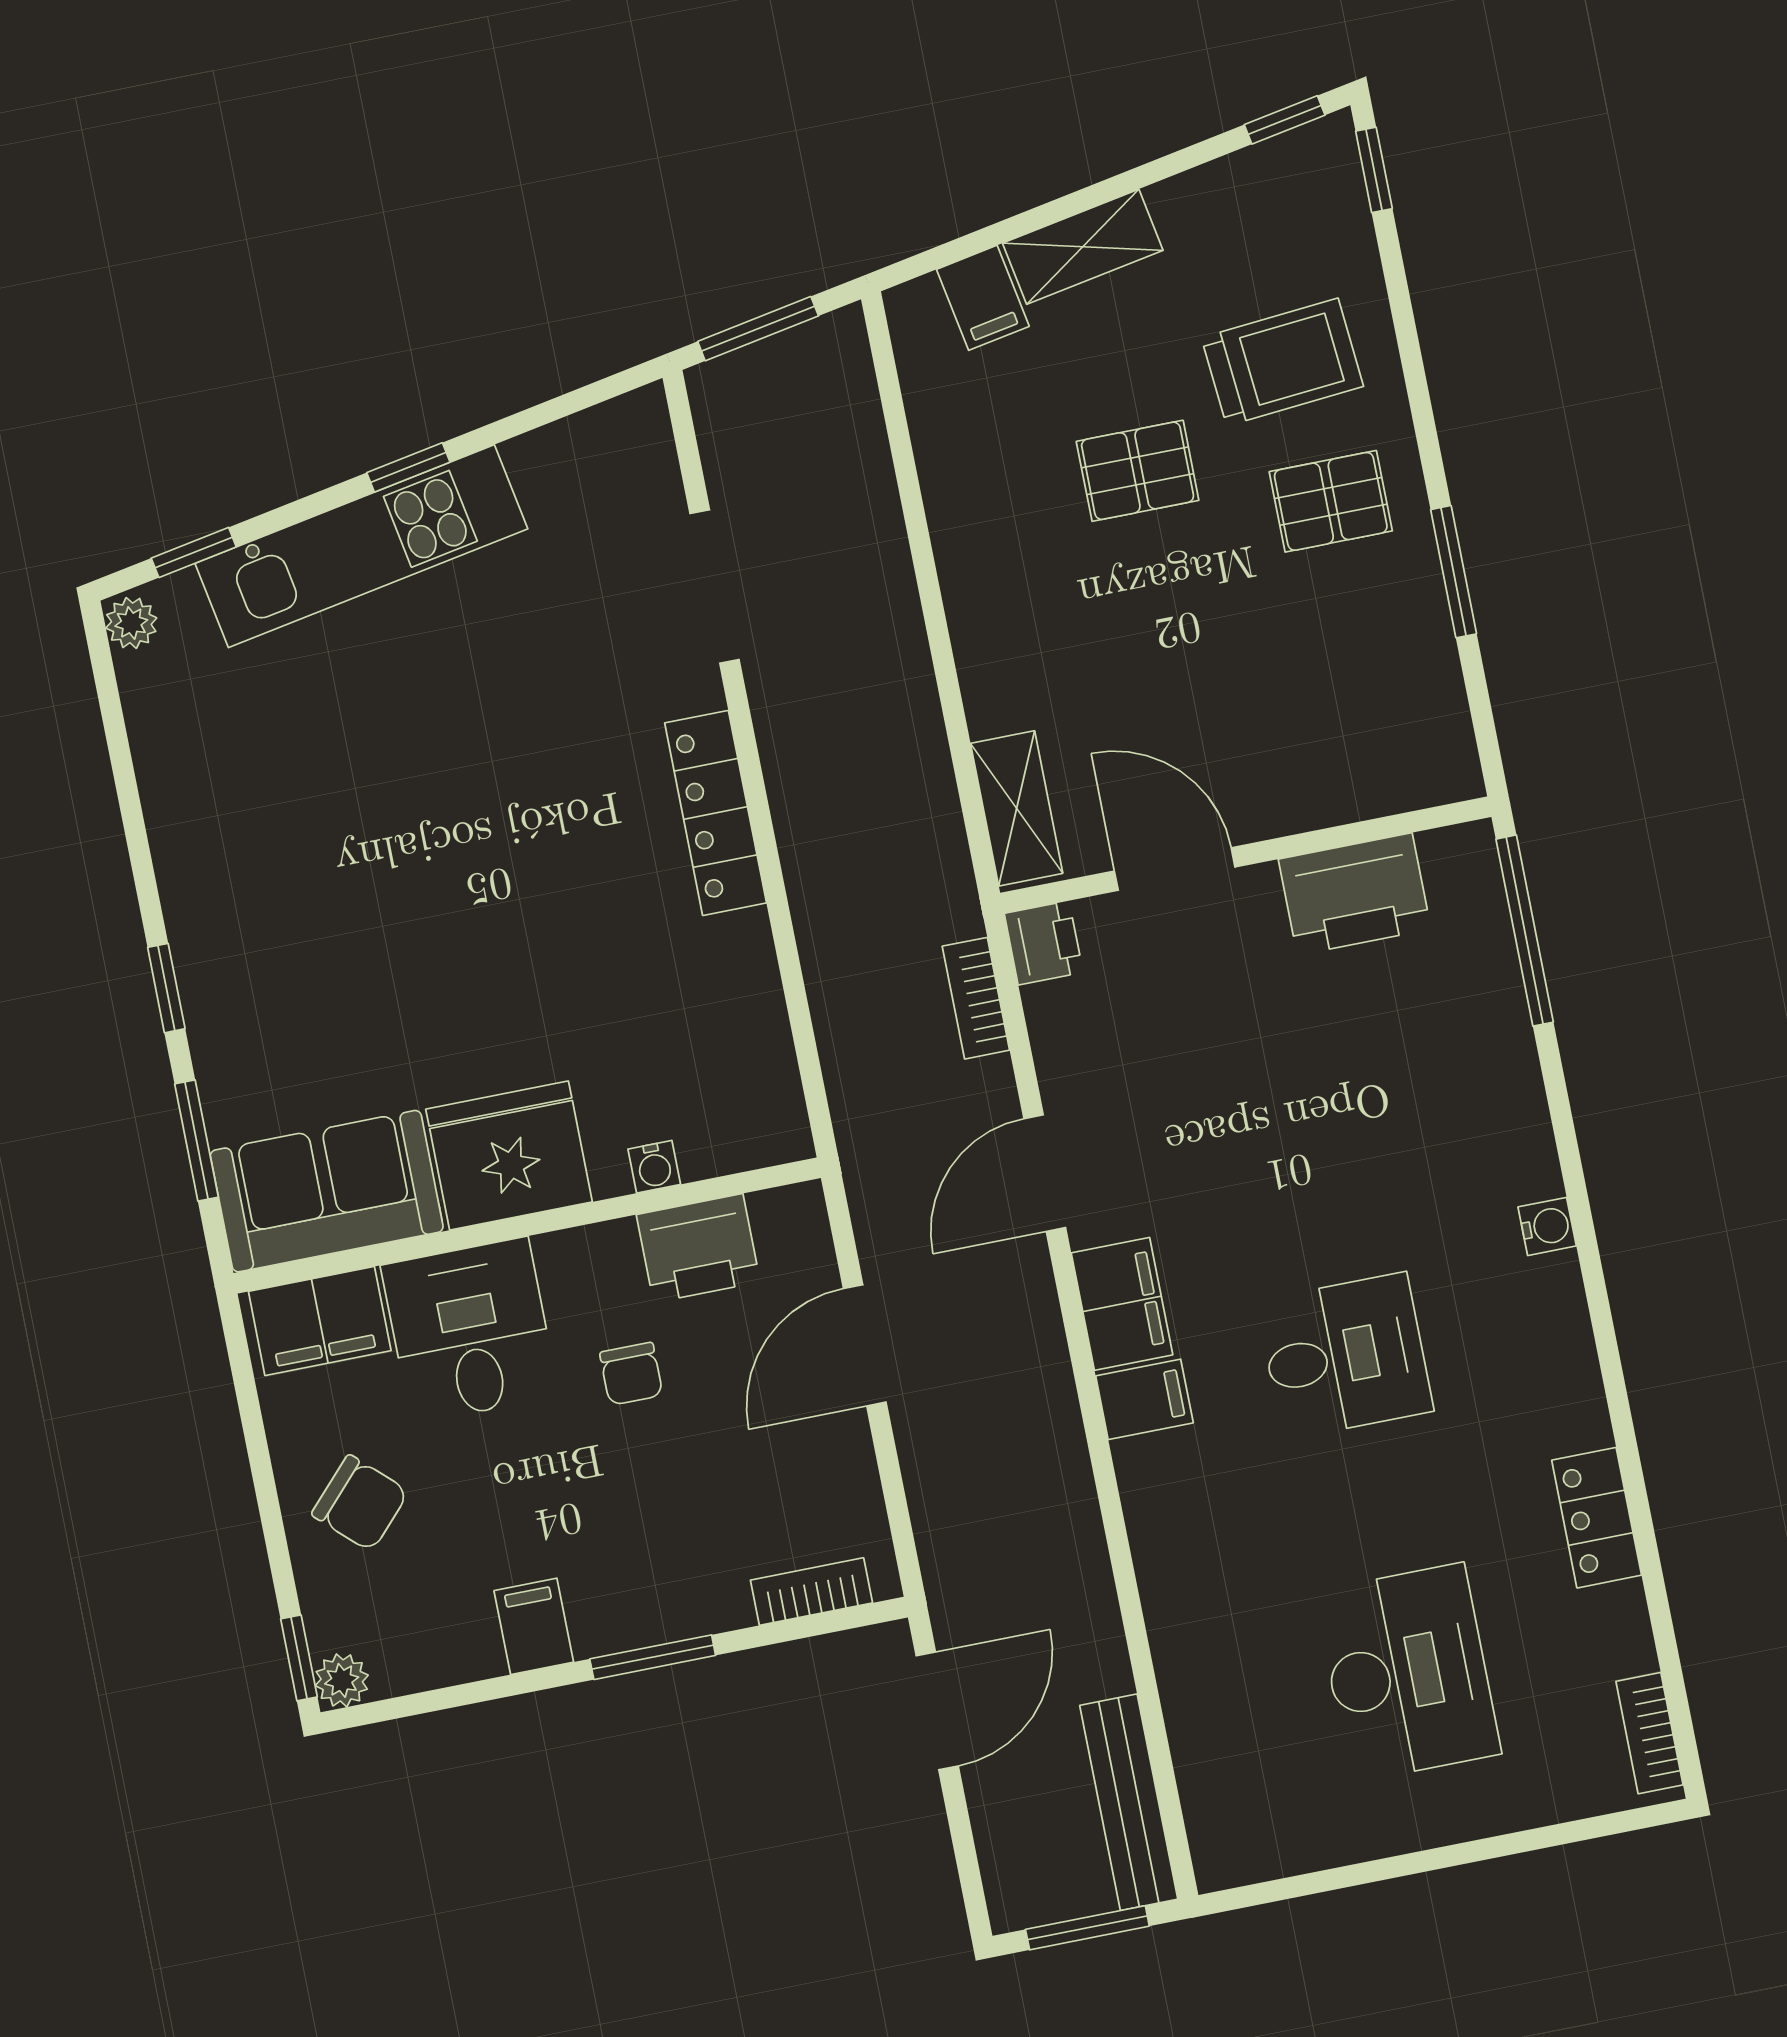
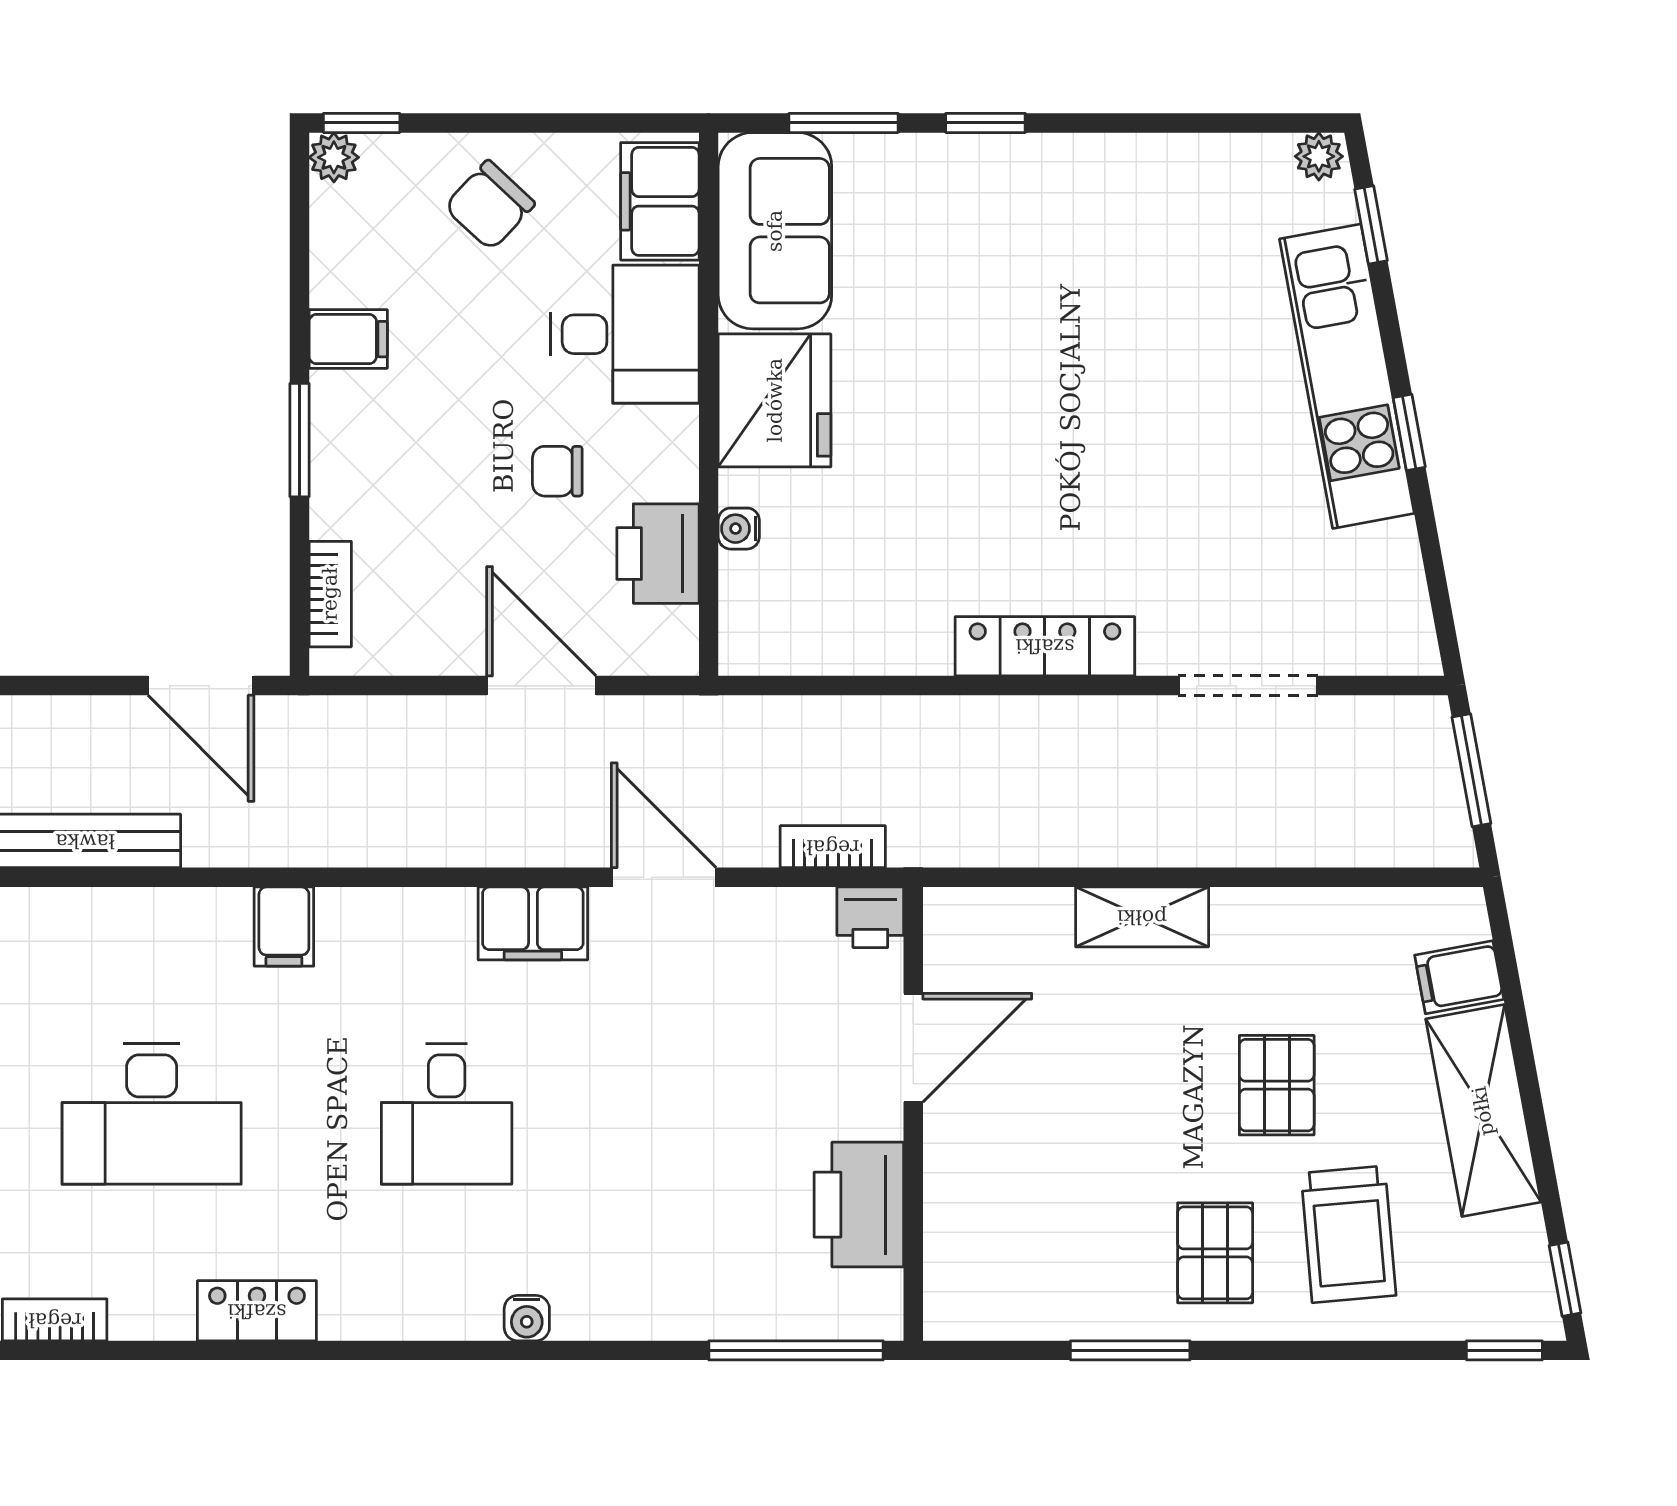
shelving: (1083, 247) -> (1483, 1111), width x1.50, depth x1.33
shelving: (1017, 808) -> (1142, 917), moved
filing cabinet: (1144, 1399) -> (284, 927), moved

